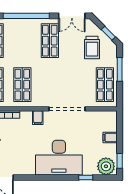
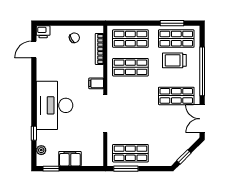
trolley: (92, 48) -> (174, 60), moved
window: (120, 69) -> (126, 169), moved
filing cabinet: (110, 137) -> (70, 159), width x2.00
plant: (106, 166) -> (41, 150), width x0.53, depth x0.53

